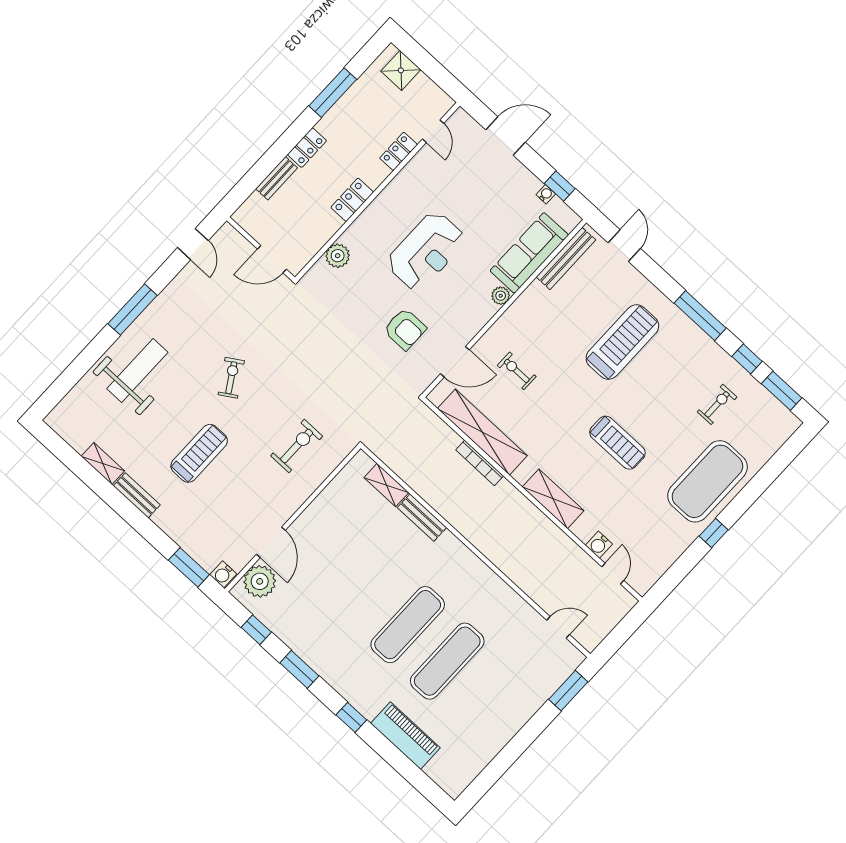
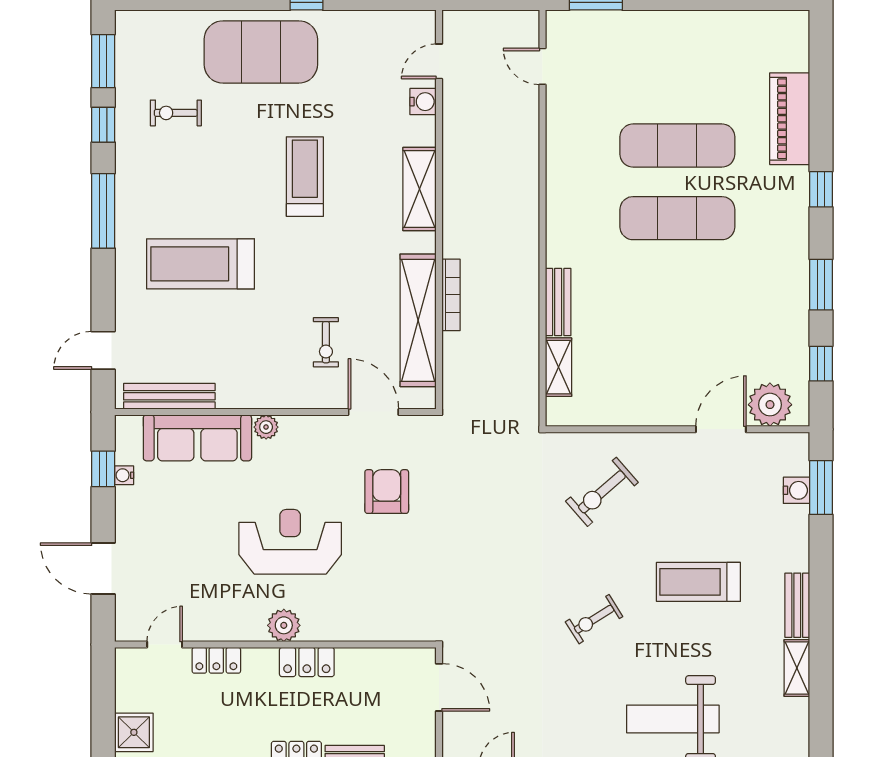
plant: (338, 256) -> (284, 625), moved
exercise bike: (297, 446) -> (602, 492), turned -41
water cooler: (223, 574) -> (796, 490), moved

